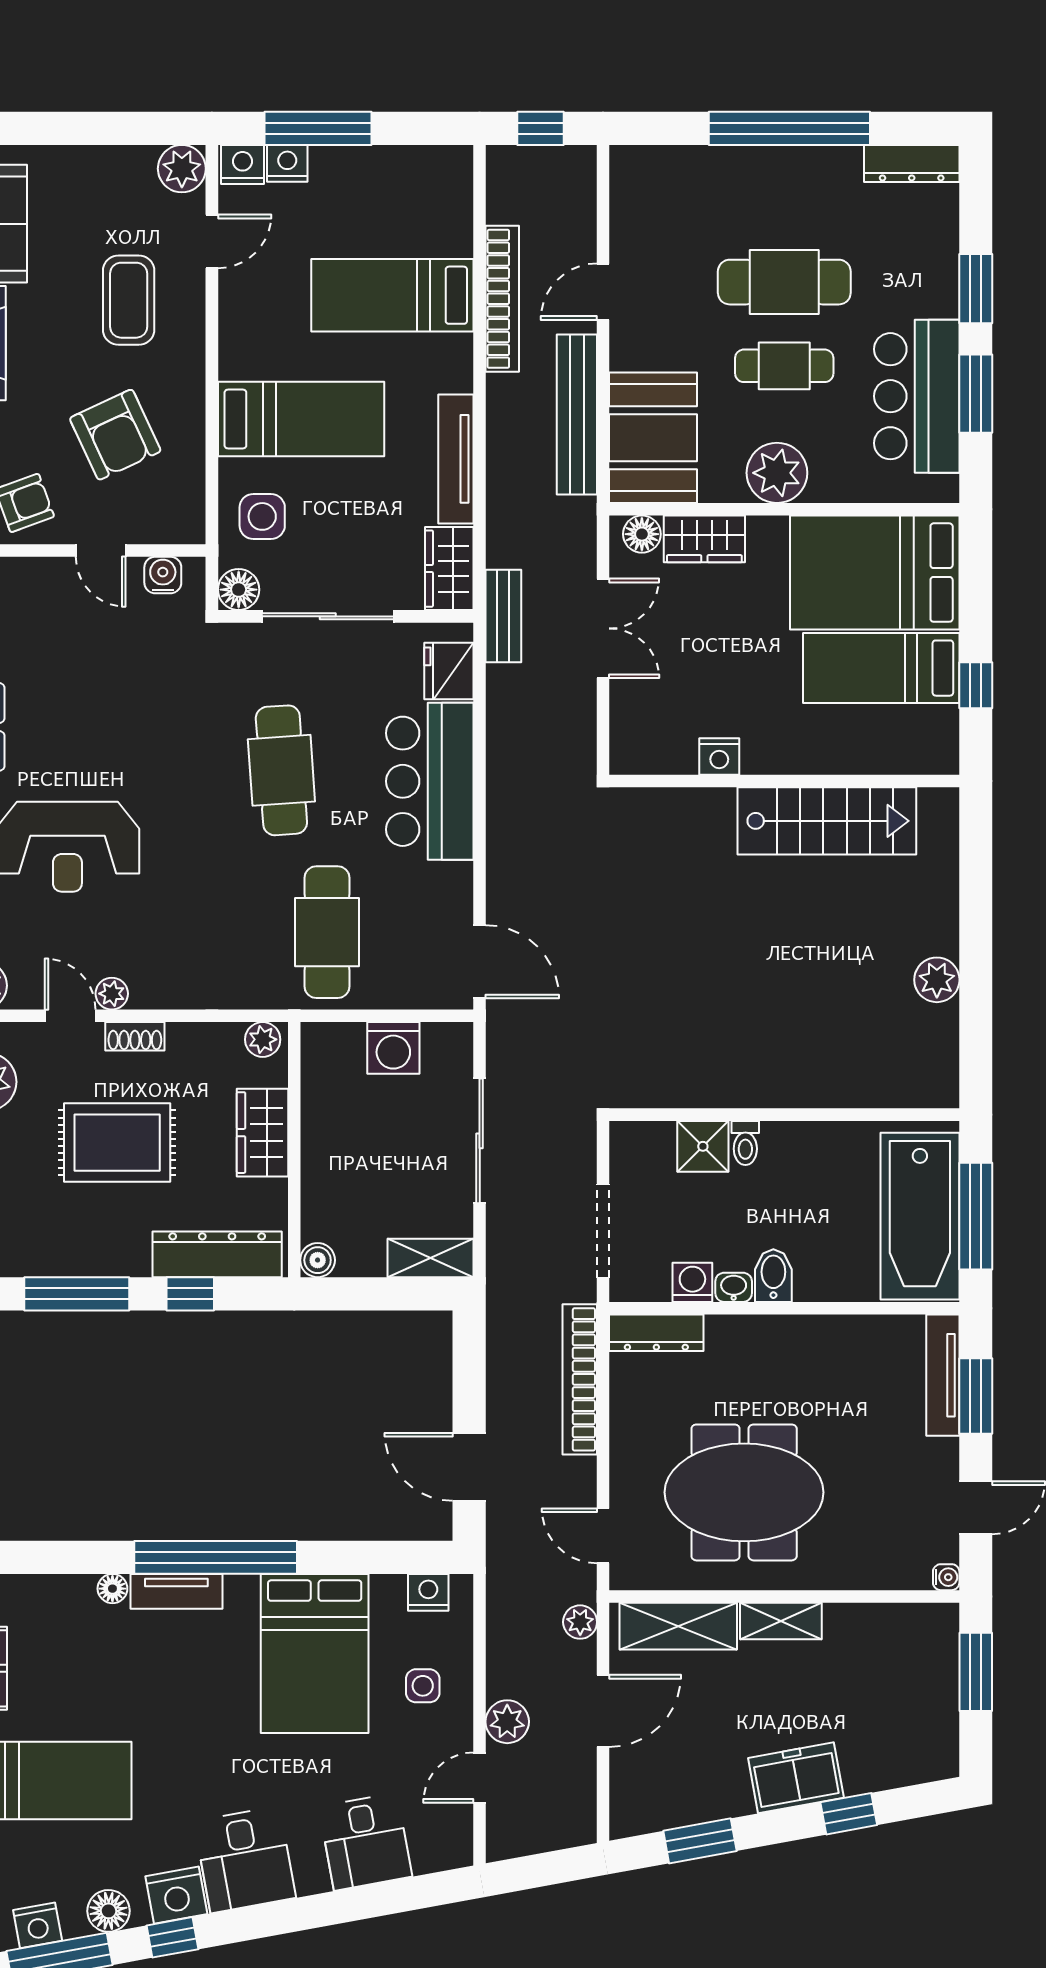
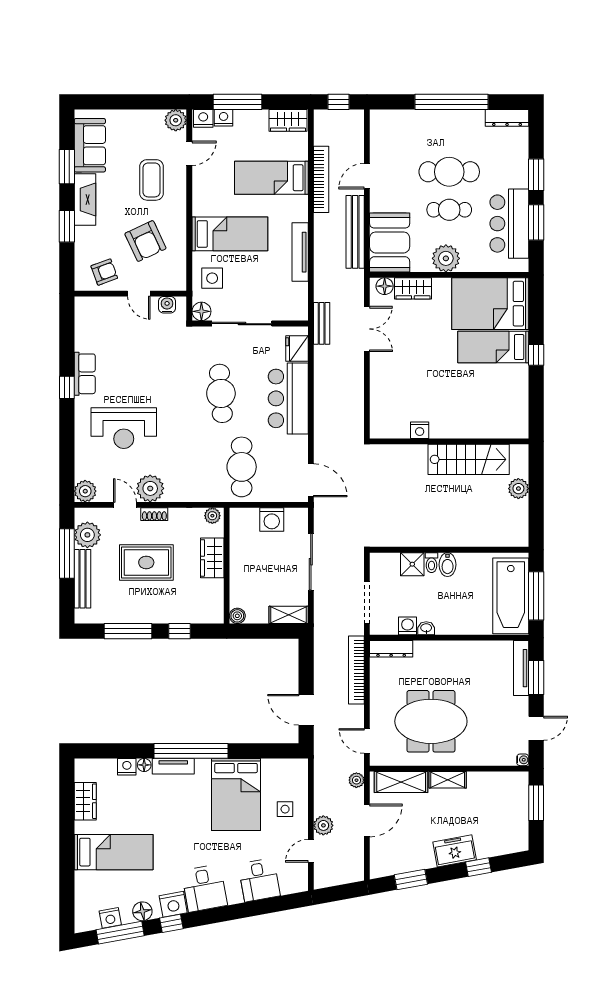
wardrobe: (449, 569) -> (288, 120), moved, turned -90
nightstand: (719, 757) -> (420, 430), moved
wall: (784, 781) -> (449, 441), moved
stairs: (827, 821) -> (469, 459), moved
plant: (112, 994) -> (150, 488), width x1.88, depth x1.88
dresser: (217, 1254) -> (192, 613), removed
bidet: (773, 1276) -> (448, 565), moved, turned 180
nightstand: (428, 1592) -> (127, 767), moved

